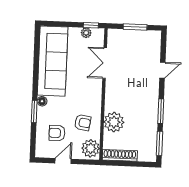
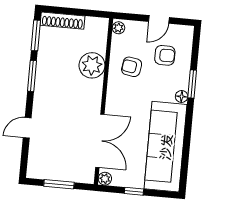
window: (91, 25) -> (134, 191), moved
plant: (86, 33) -> (105, 179), moved
double door: (105, 63) -> (100, 141), width x1.37
plant: (91, 148) -> (118, 28), width x0.53, depth x0.53
shoe rack: (120, 155) -> (62, 21), moved

